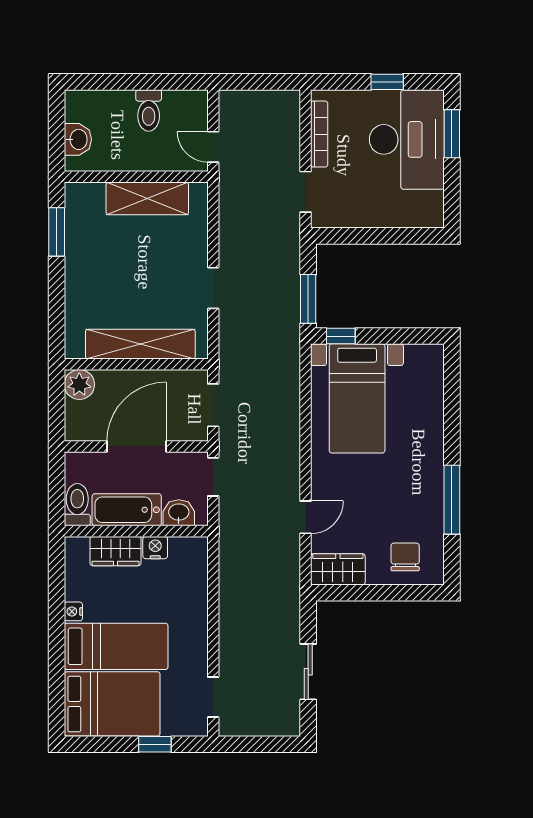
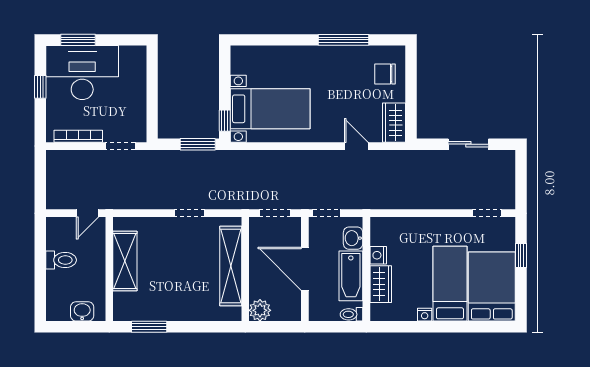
toilet: (77, 505) -> (351, 314), width x0.73, depth x0.72

